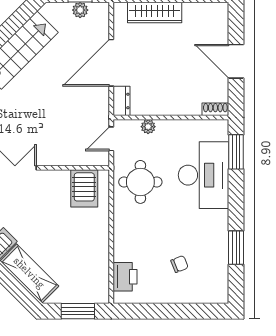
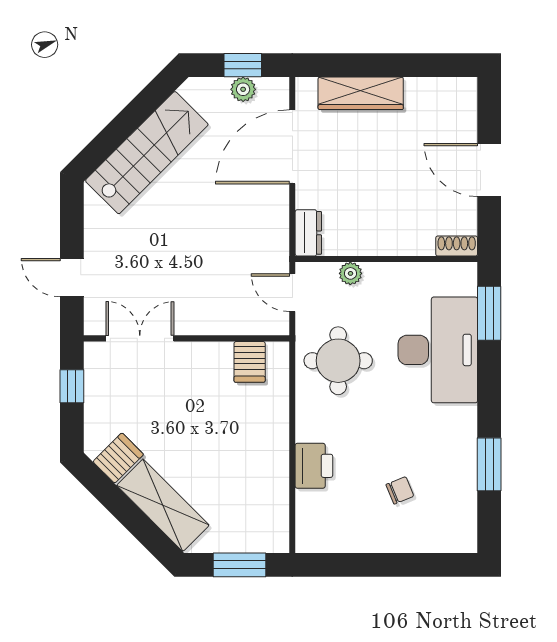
door: (111, 63) -> (292, 147), moved
door: (111, 139) -> (292, 293), hinge flipped
server rack: (84, 188) -> (250, 362), width x0.73, depth x0.70
printer: (125, 277) -> (314, 466), moved

